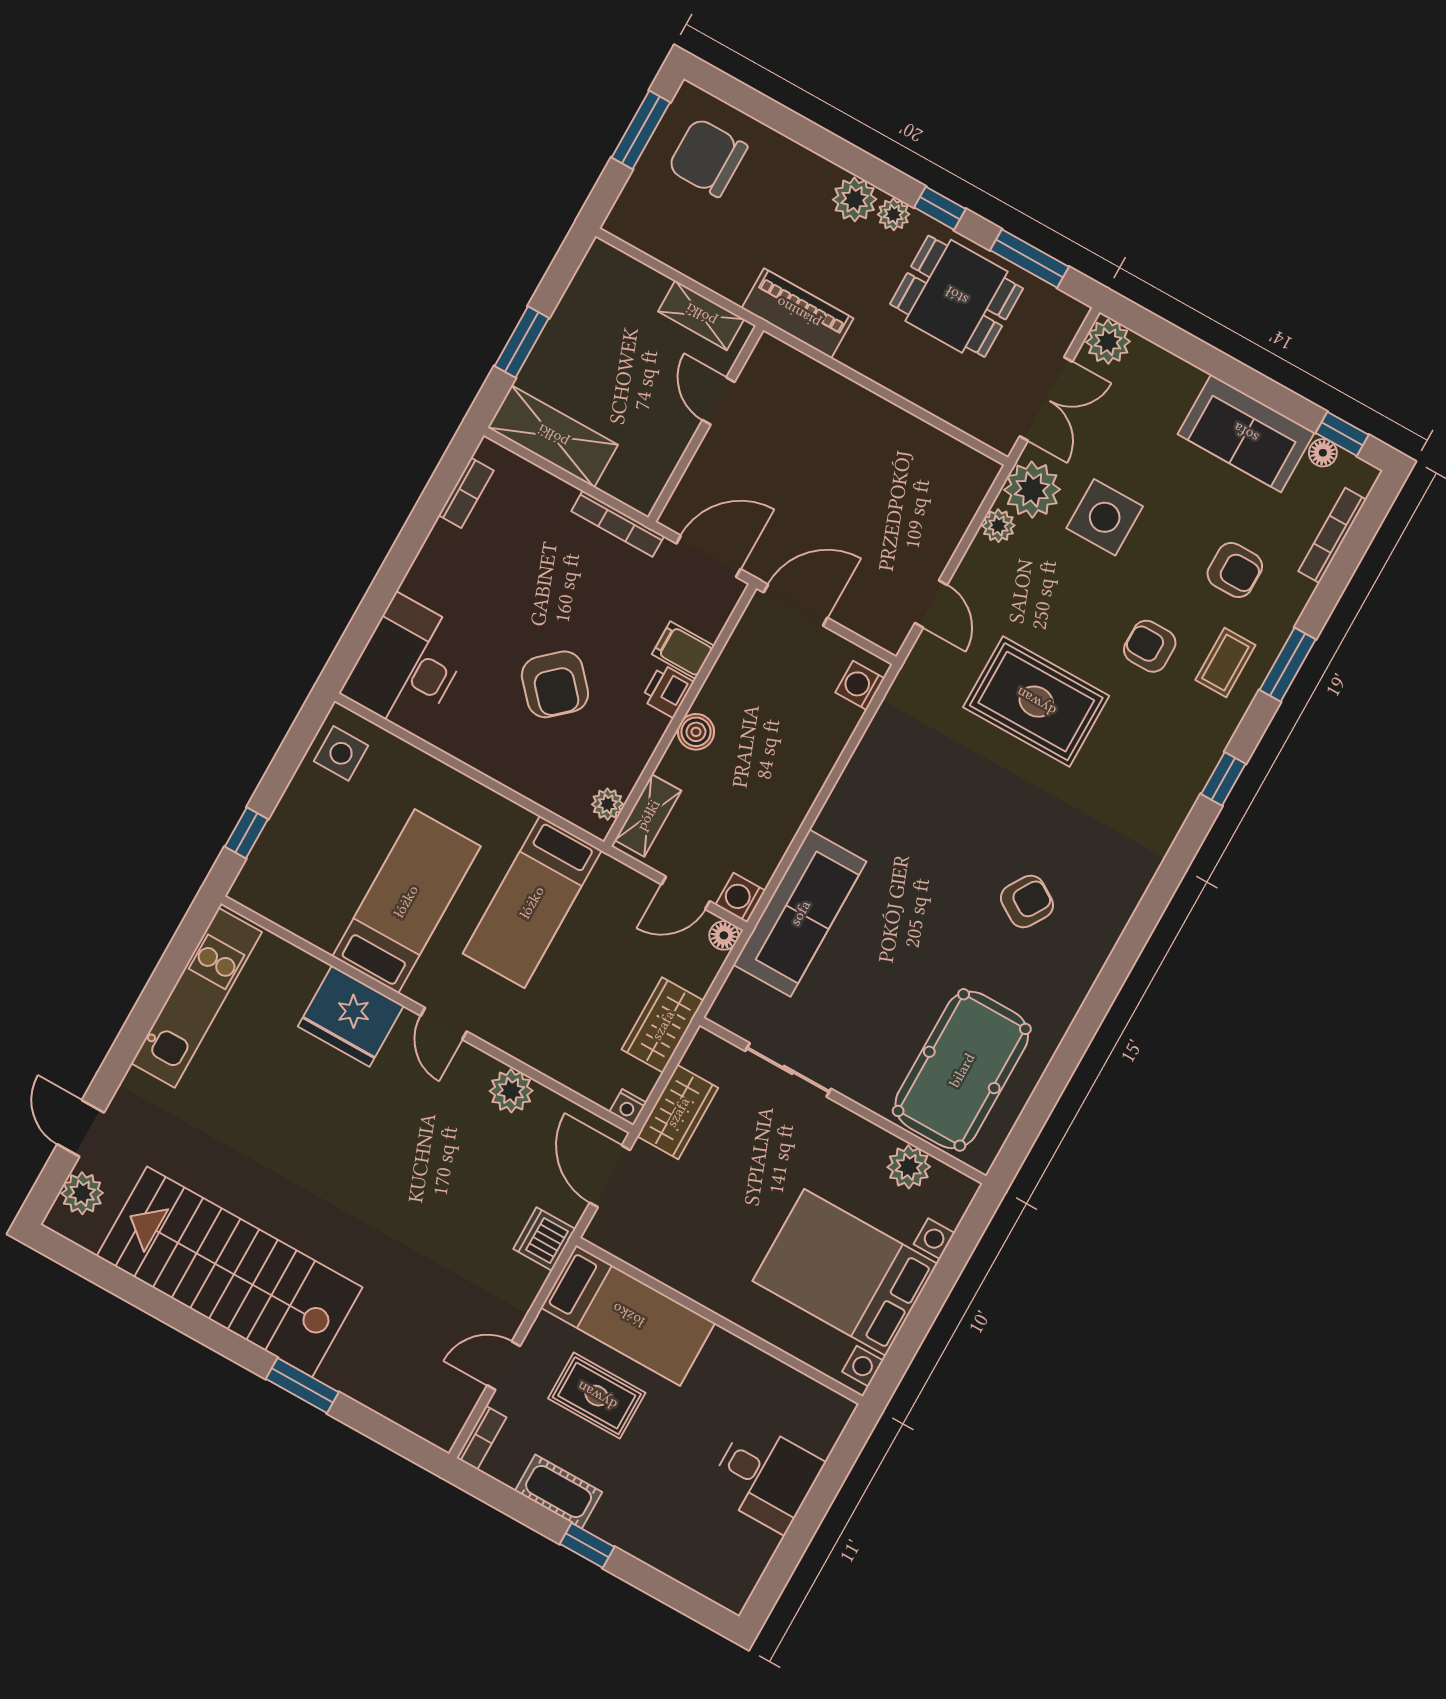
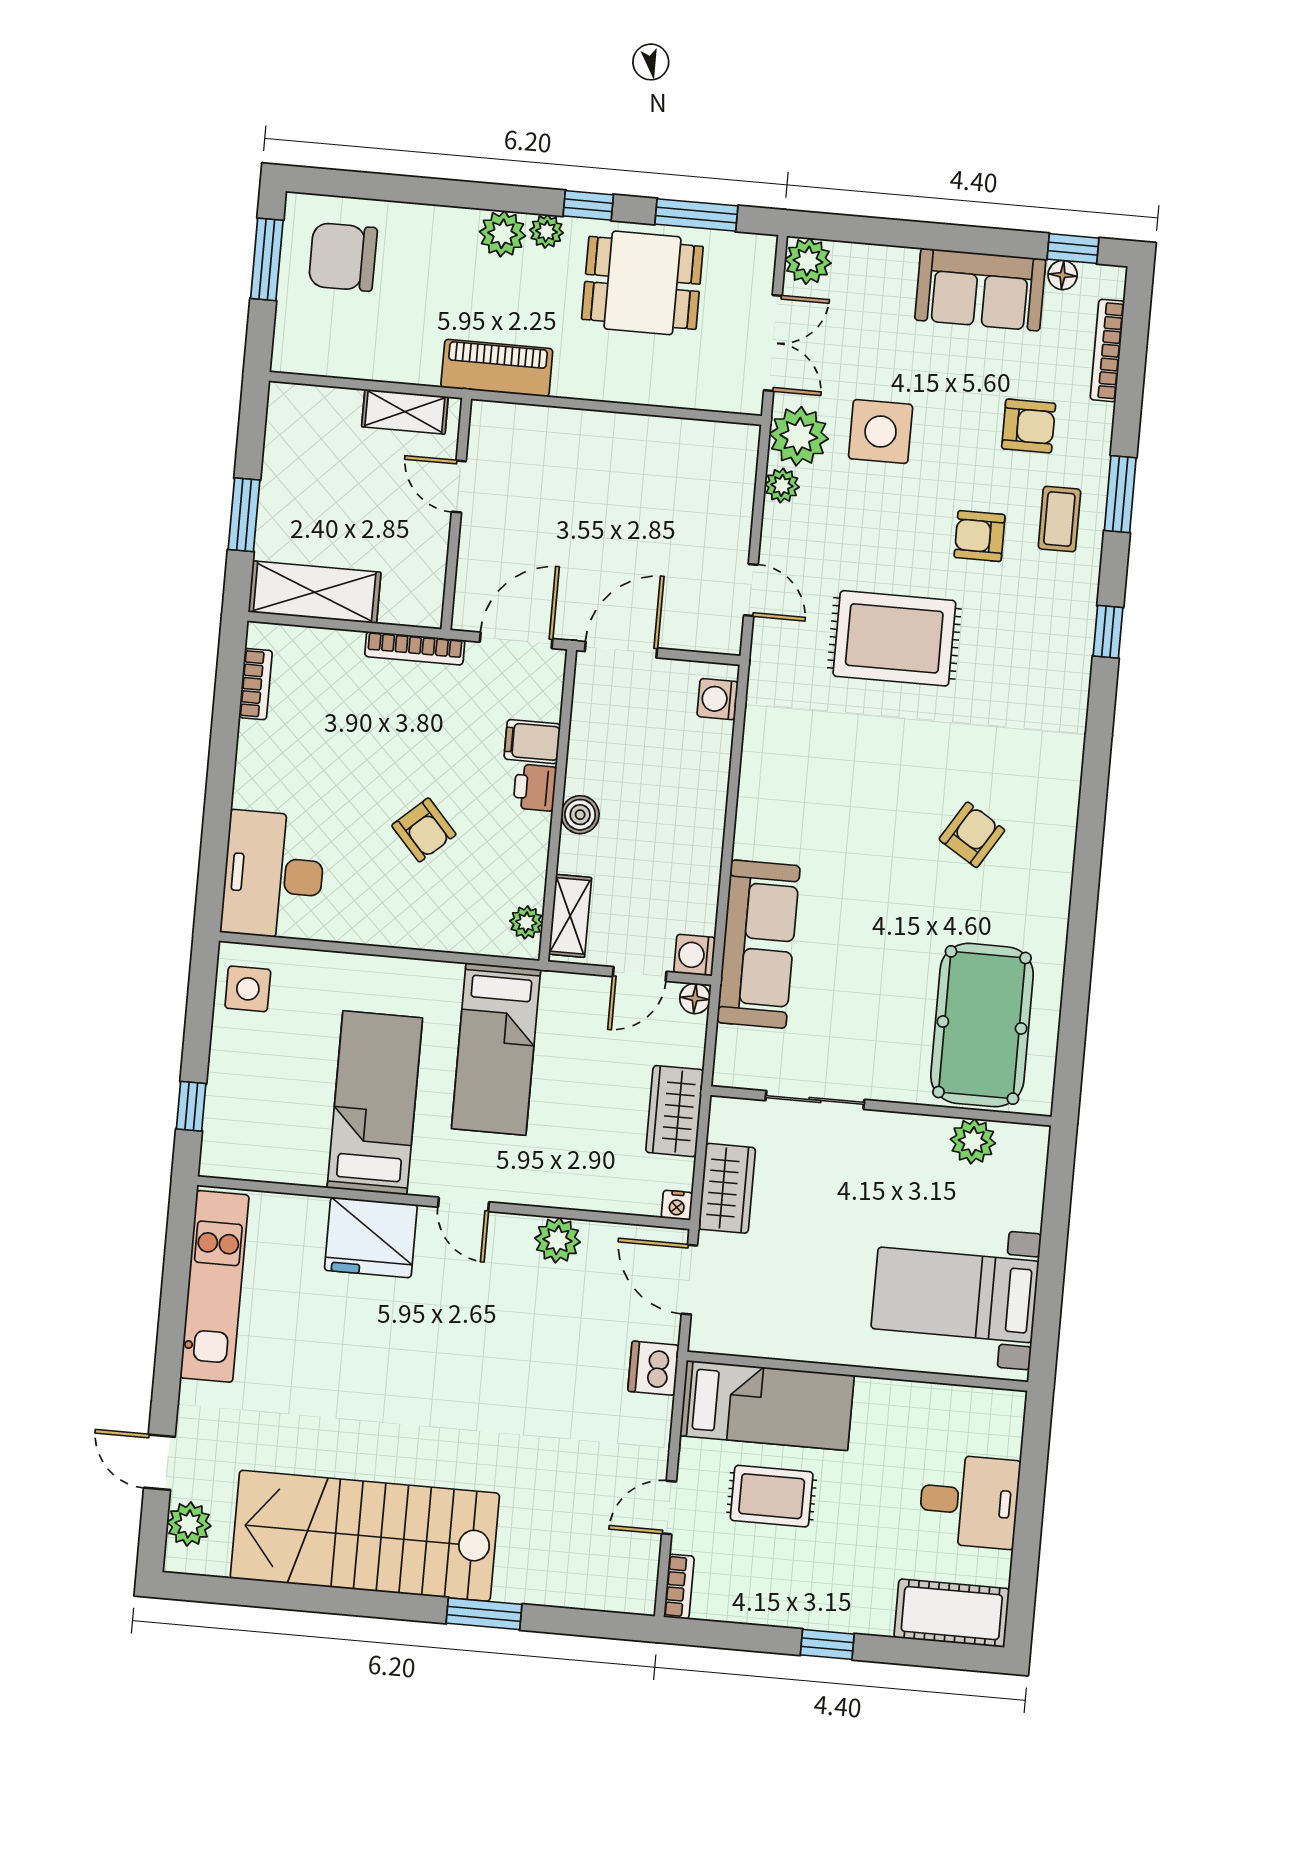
armchair: (555, 684) -> (424, 830), width x0.72, depth x0.72
bed with nightstands: (845, 1272) -> (955, 1295), width x0.73
cot: (559, 1491) -> (952, 1613), moved, width x1.37, depth x1.34

